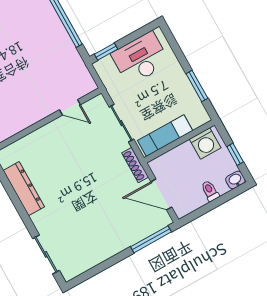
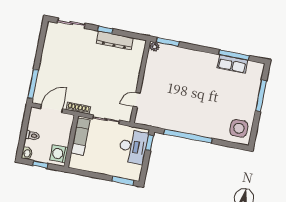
desk: (140, 58) -> (133, 147), moved
window: (197, 86) -> (123, 181), moved
window: (21, 210) -> (105, 30), added

